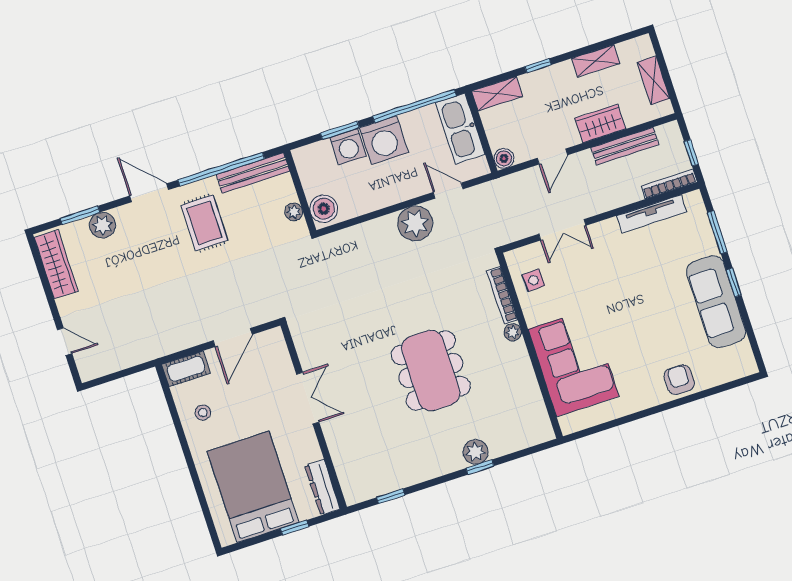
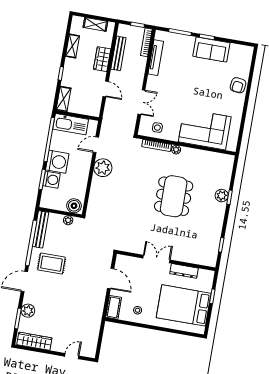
boiler: (504, 158) -> (95, 111), removed
sofa: (716, 302) -> (211, 49), width x0.73
dining table: (431, 370) -> (174, 196), turned 90
armchair: (679, 380) -> (238, 85), turned -82
dresser: (322, 487) -> (184, 271), moved

